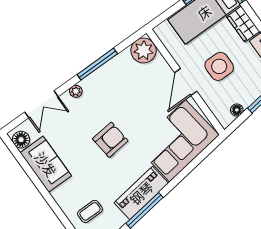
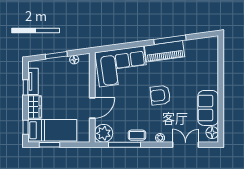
window: (97, 64) -> (125, 145), moved
side table: (219, 66) -> (66, 92), removed
door: (186, 82) -> (92, 108), moved
coffee table: (90, 211) -> (137, 135), moved

